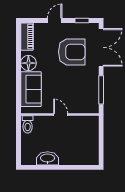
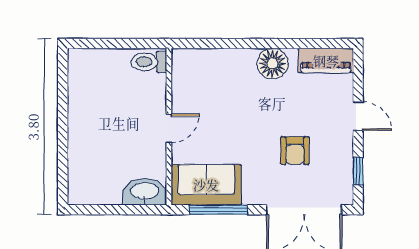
armchair: (72, 52) -> (295, 151), width x0.53, depth x0.53
sofa: (31, 89) -> (206, 185), moved, turned 180
washbasin: (48, 158) -> (145, 192), moved, turned -90

